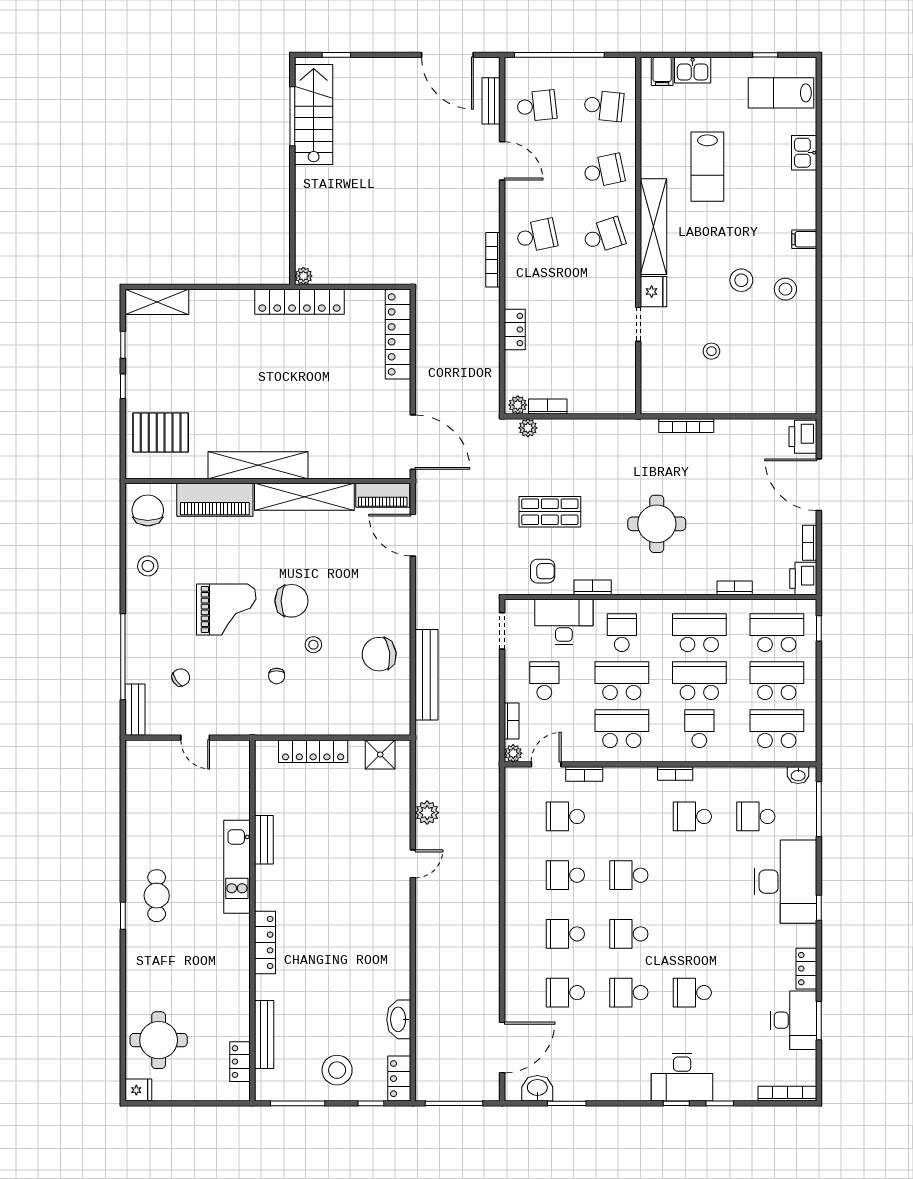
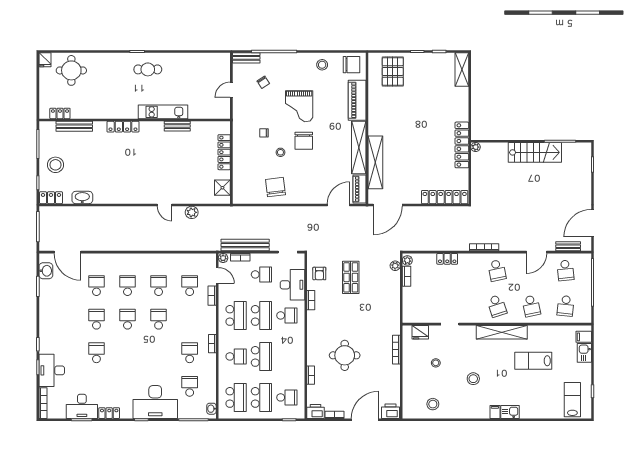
stairs: (314, 114) -> (535, 152), moved
kitchen sink: (804, 153) -> (510, 412), moved
stool: (785, 289) -> (433, 404), moved
fridge: (654, 292) -> (420, 332), moved
shelving: (258, 465) -> (375, 162), moved
round table: (657, 524) -> (345, 355), moved
school desk: (699, 633) -> (287, 356), removed
school desk: (777, 633) -> (287, 397), width x0.54
bench: (426, 675) -> (245, 245), moved
desk: (682, 1077) -> (52, 370), moved

